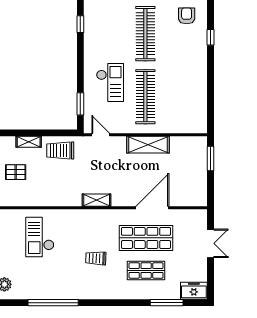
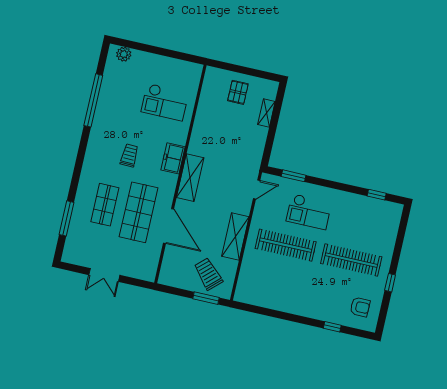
trolley: (60, 151) -> (208, 274), moved, turned -43
shelving: (97, 200) -> (190, 178), width x1.50, depth x1.33
checkout: (40, 237) -> (165, 102), turned 180
double door: (210, 243) -> (104, 275), moved
freezer: (194, 291) -> (173, 158), moved, turned 180

